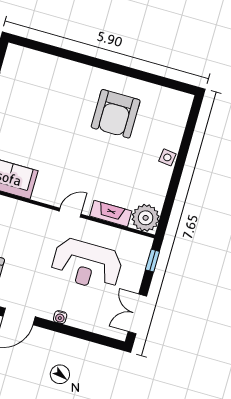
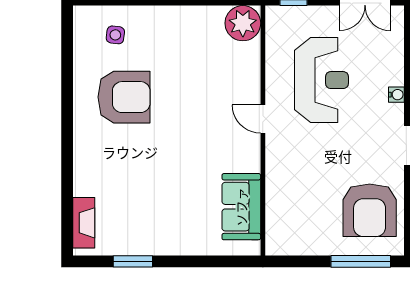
side table: (167, 157) -> (115, 35), moved
fireplace: (111, 214) -> (84, 223), moved, turned 180

